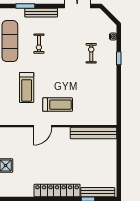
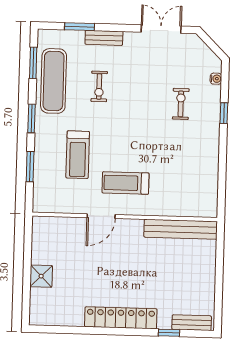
bench: (41, 13) -> (104, 38), width x0.73
treadmill: (58, 105) -> (126, 183), turned 180
bench: (98, 192) -> (192, 323), width x0.73

